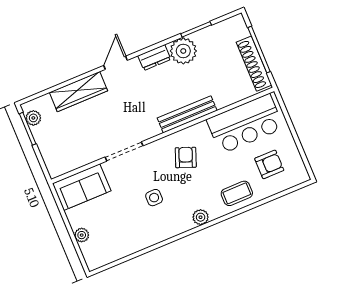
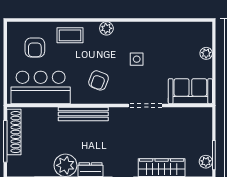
armchair: (269, 164) -> (35, 48), turned -90

